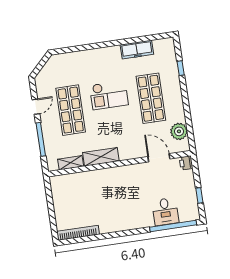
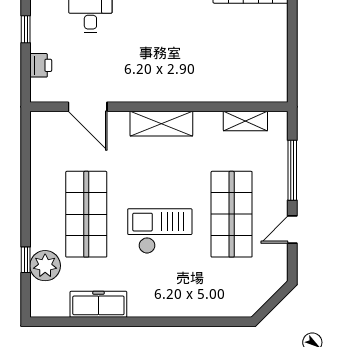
plant: (179, 131) -> (45, 266), moved
shelving: (101, 157) -> (161, 124), moved
printer: (186, 163) -> (41, 65), moved

